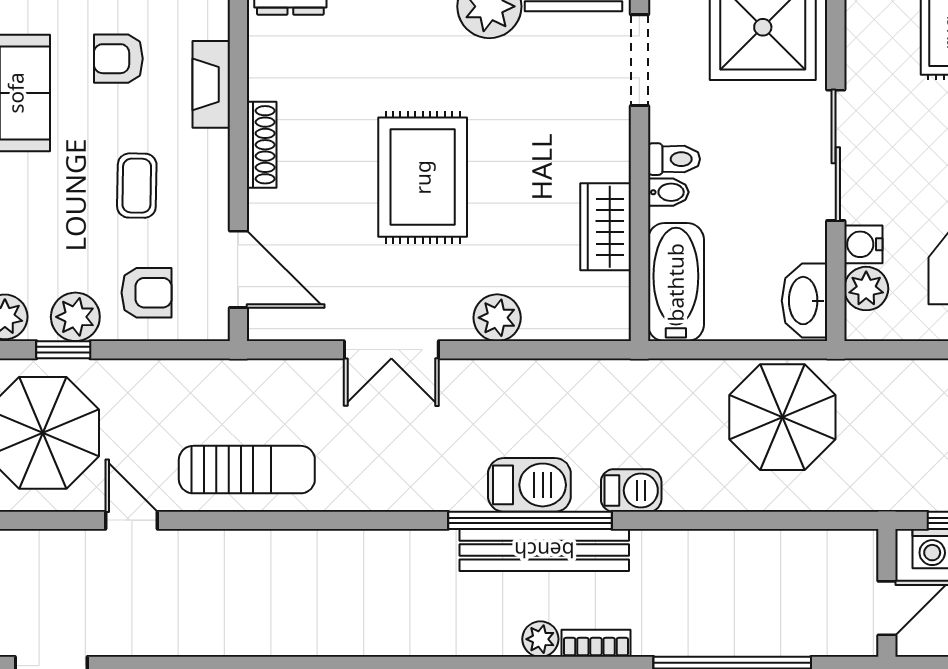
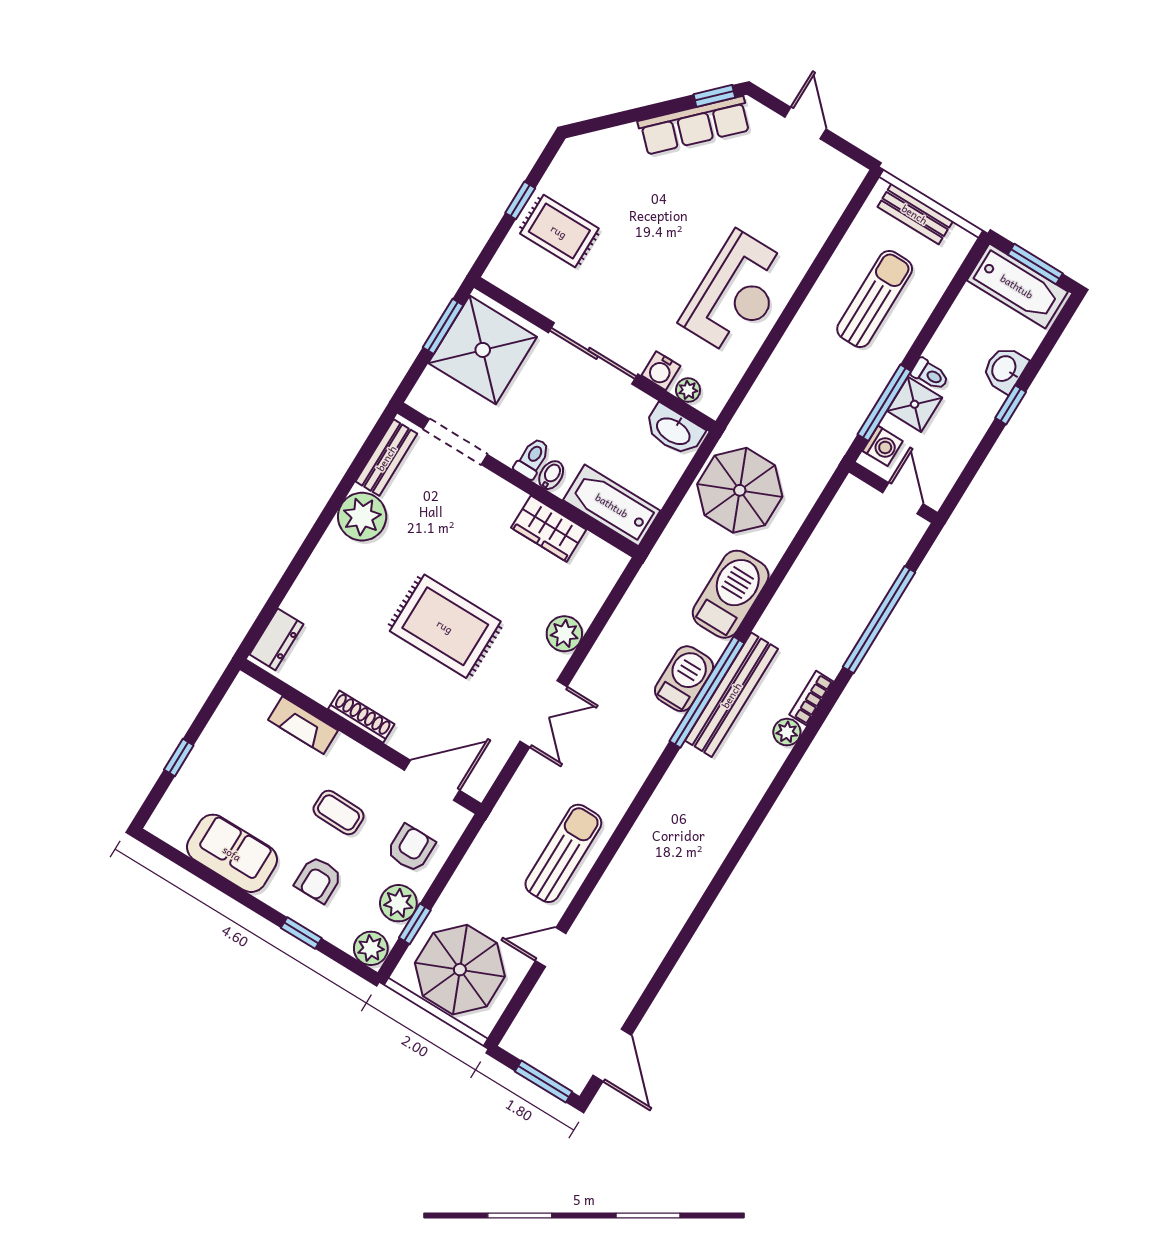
armchair: (118, 59) -> (318, 880), moved
plant: (866, 289) -> (688, 390), width x0.73, depth x0.73
barbecue: (631, 490) -> (731, 594), width x1.88, depth x1.53

